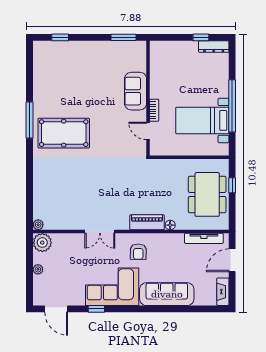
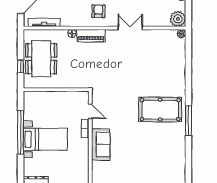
bed with nightstands: (202, 120) -> (45, 139), moved

